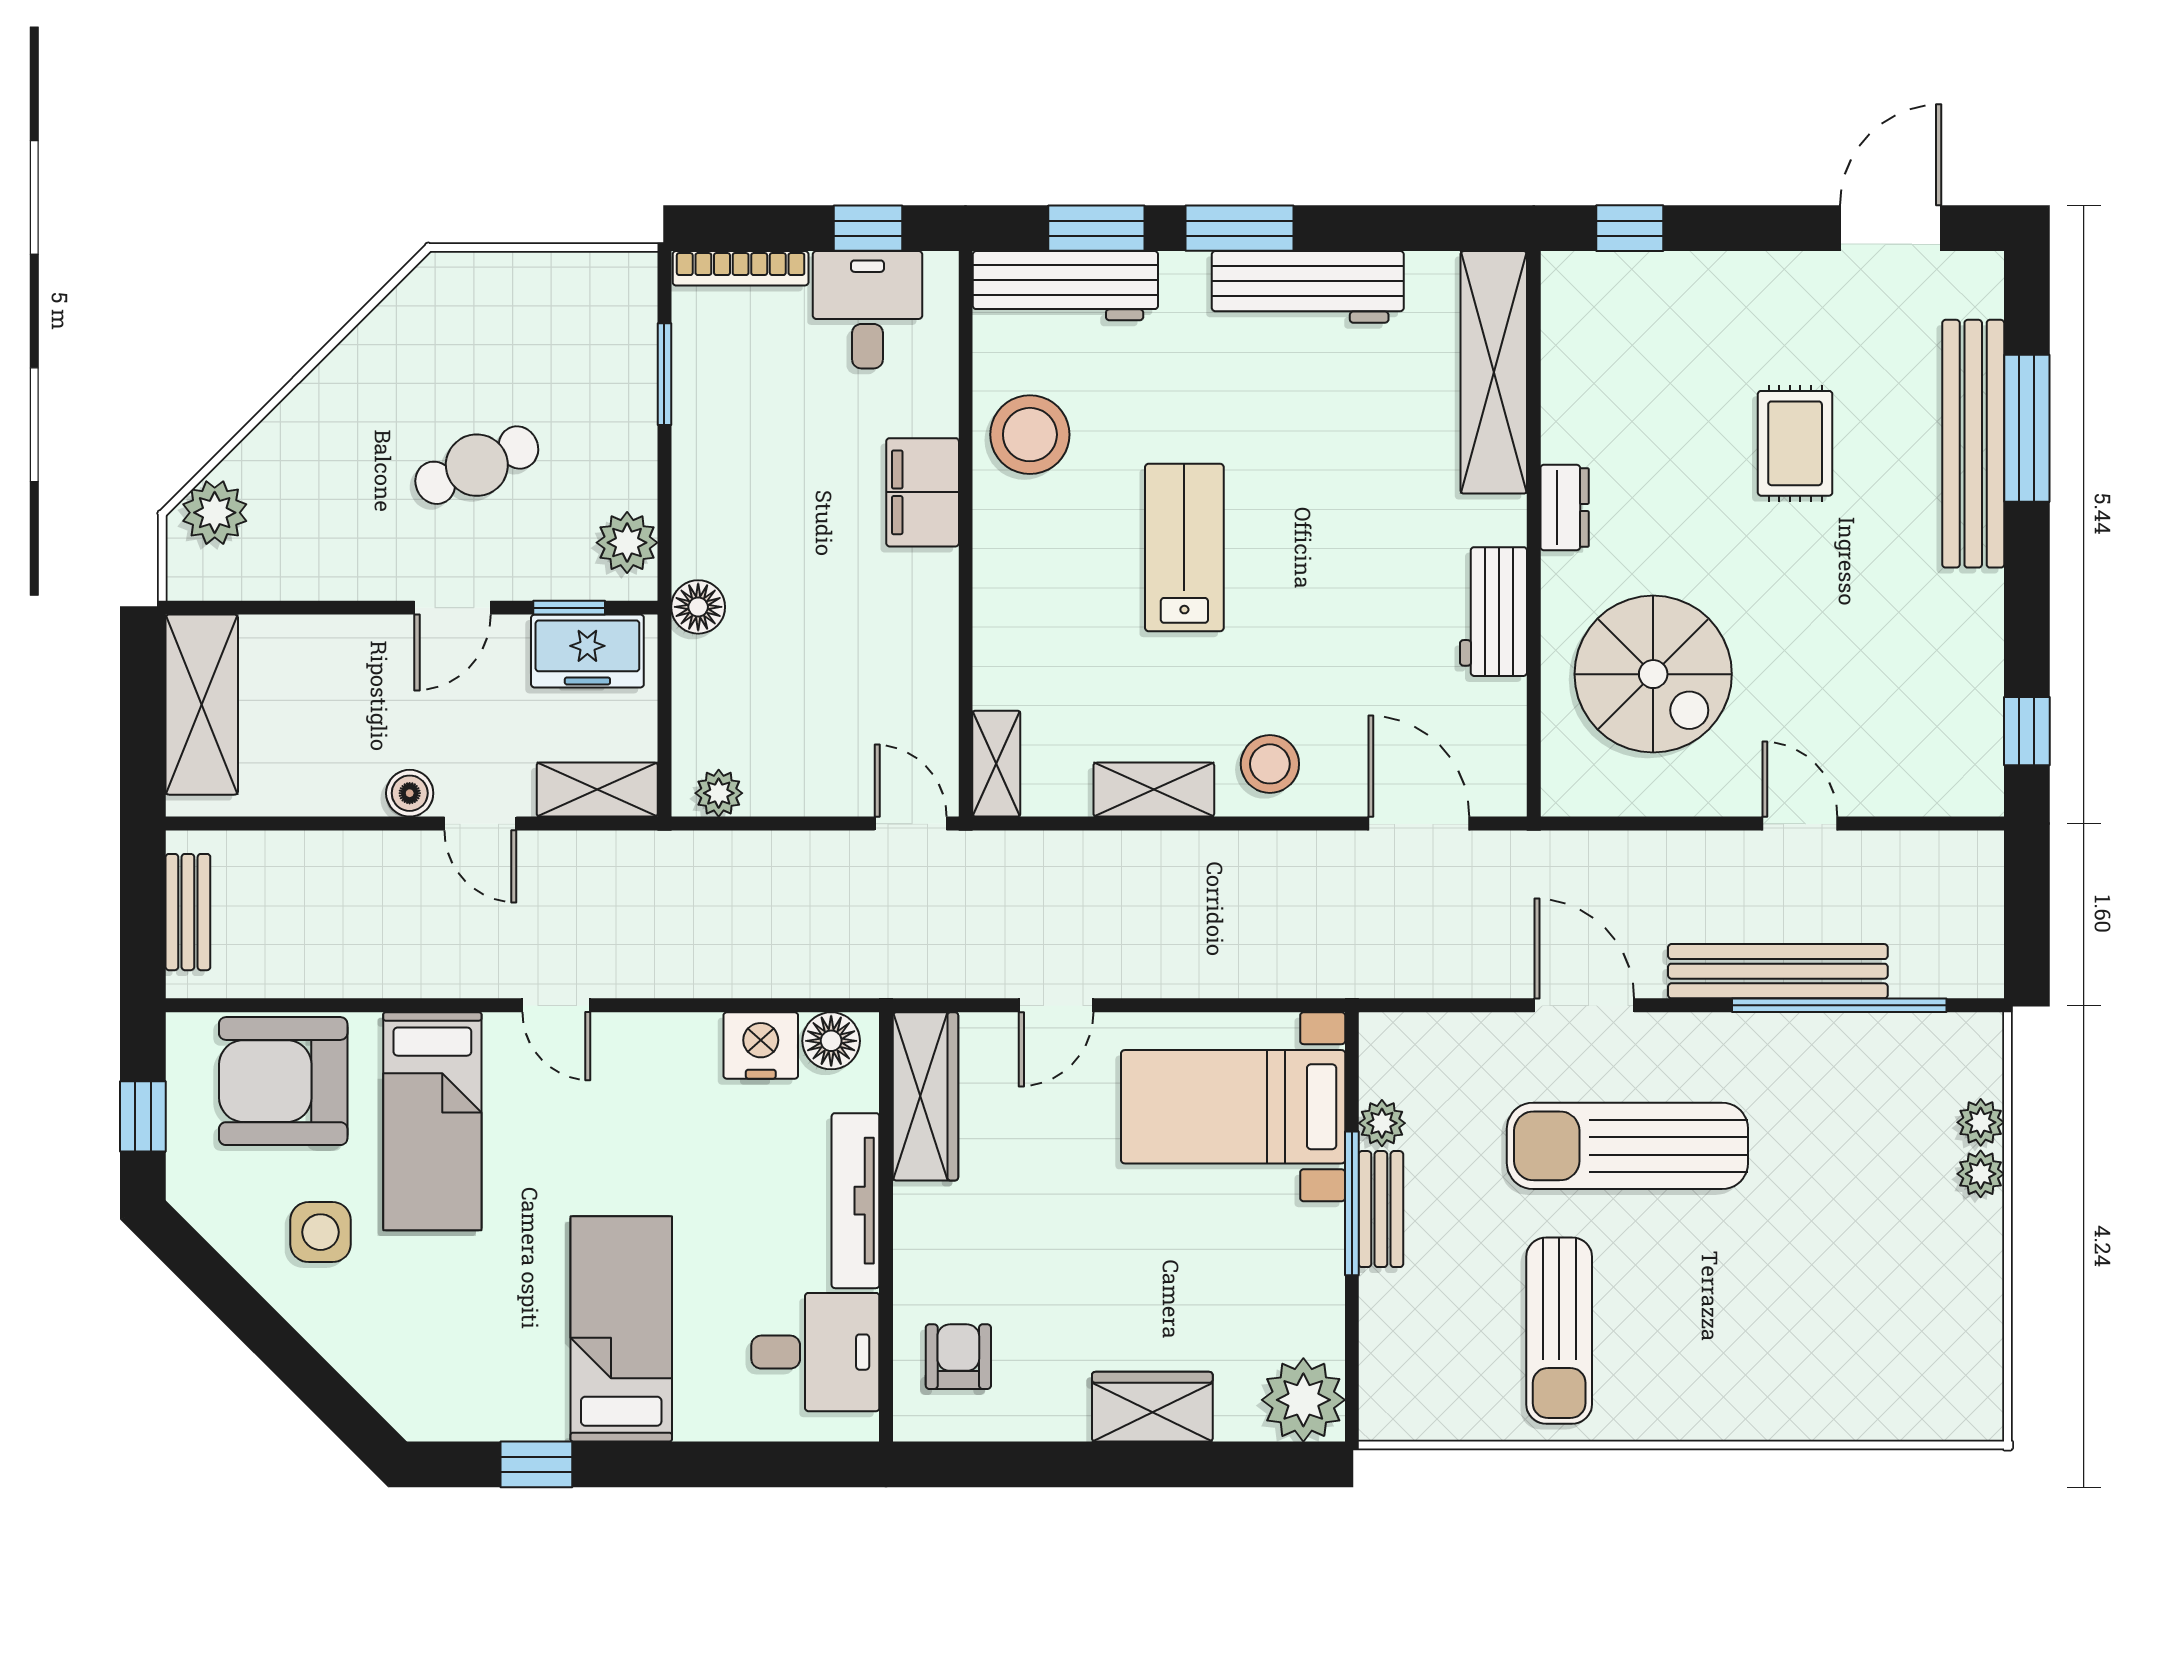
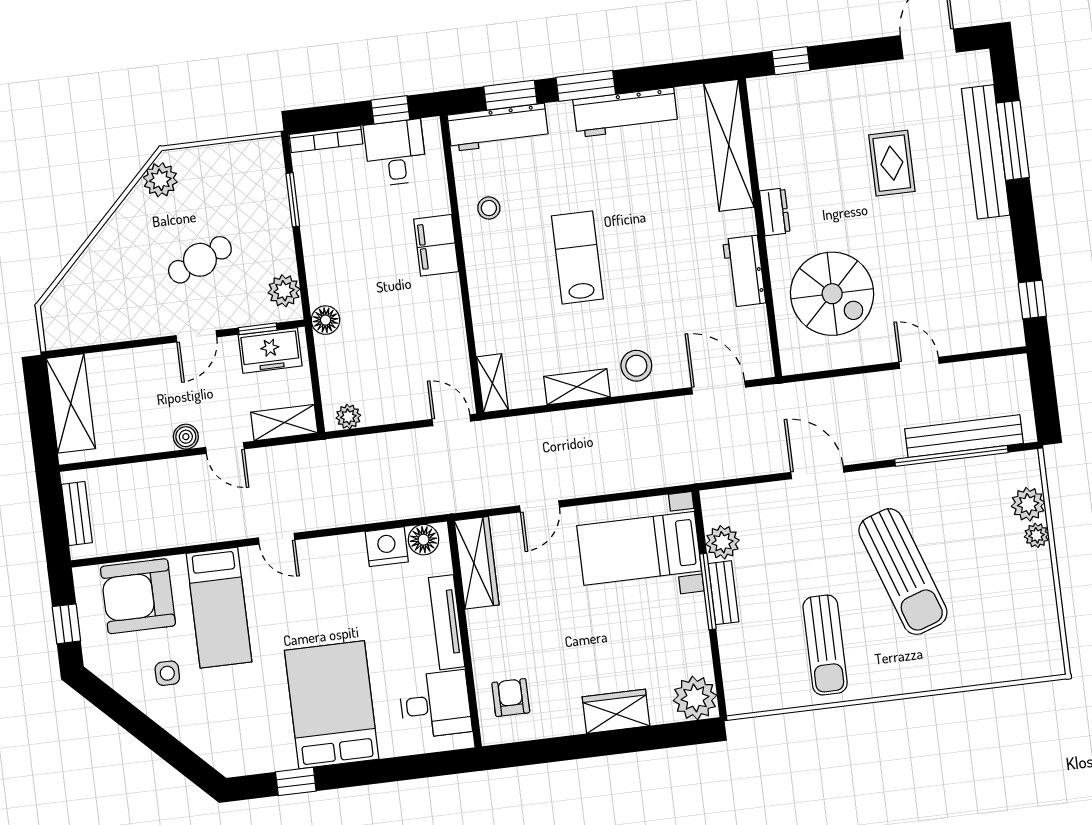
stool: (1030, 435) -> (489, 208), width x0.53, depth x0.53
plant: (215, 513) -> (160, 180), moved
bench: (1778, 971) -> (964, 436), moved
plant: (1981, 1122) -> (1028, 504), width x1.38, depth x1.38
plant: (1382, 1123) -> (723, 542), width x1.38, depth x1.38
sun lounger: (1627, 1146) -> (903, 572), moved, turned -109
side table: (321, 1232) -> (167, 673), width x0.73, depth x0.73
bed: (621, 1329) -> (332, 705), width x1.50

